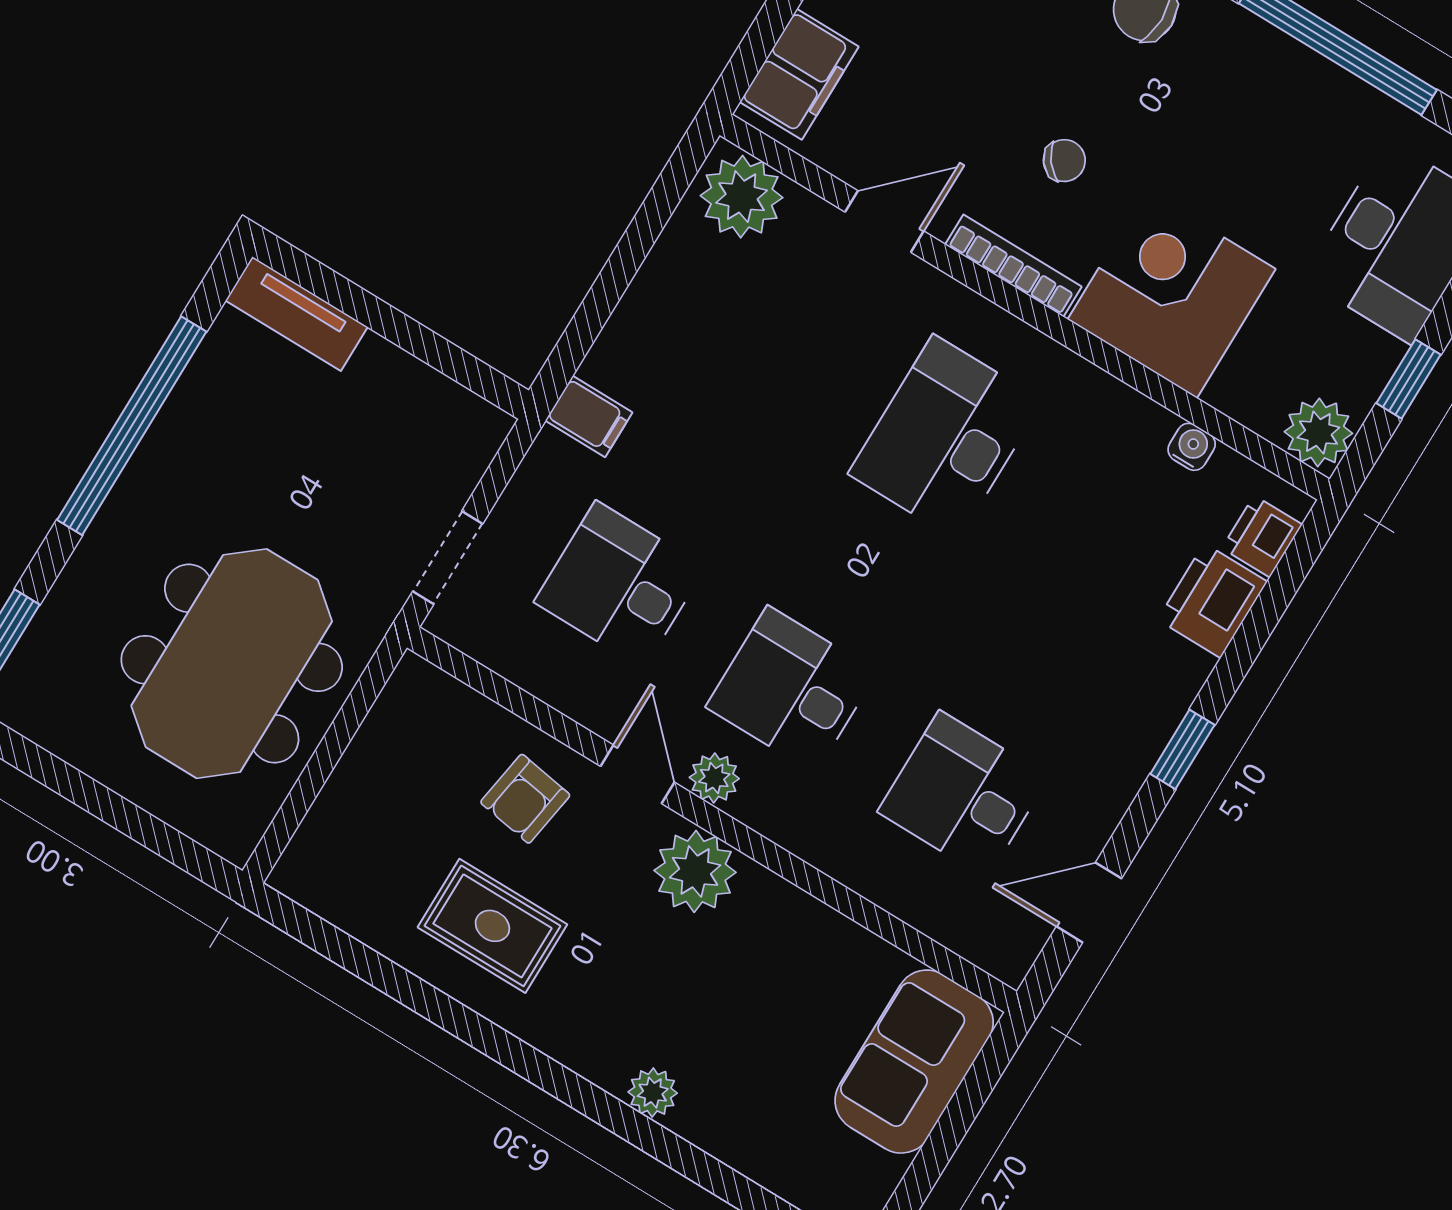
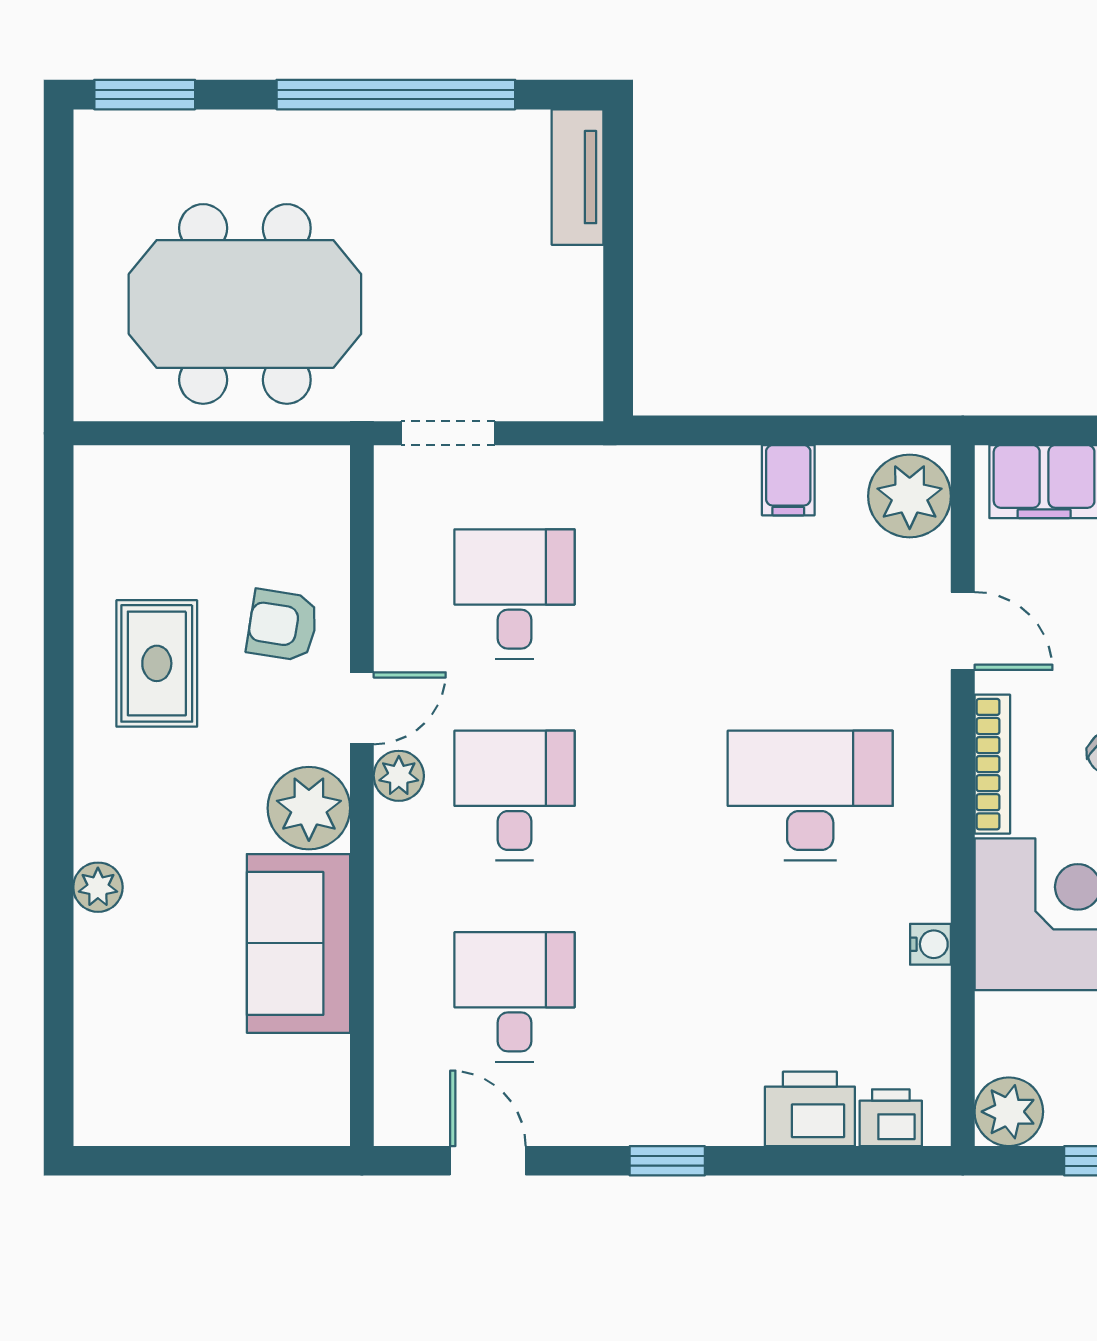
filing cabinet: (589, 416) -> (788, 480), moved
water cooler: (1192, 447) -> (931, 944), moved
sofa: (914, 1062) -> (298, 943), moved, turned -90

